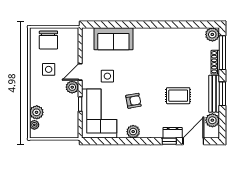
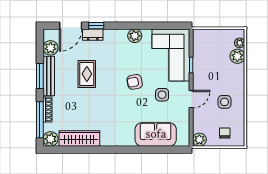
wardrobe: (185, 35) -> (79, 139), added
chair: (48, 40) -> (225, 133), width x0.54, depth x0.54
plant: (72, 87) -> (199, 140), moved
rug: (178, 96) -> (87, 74), turned 90
armchair: (133, 101) -> (135, 82), moved

